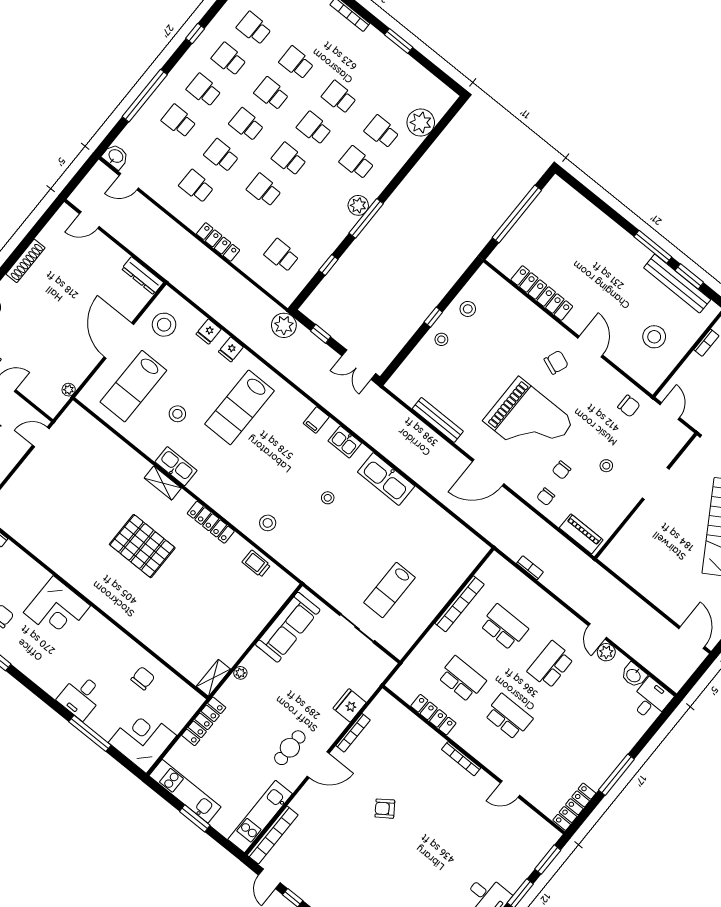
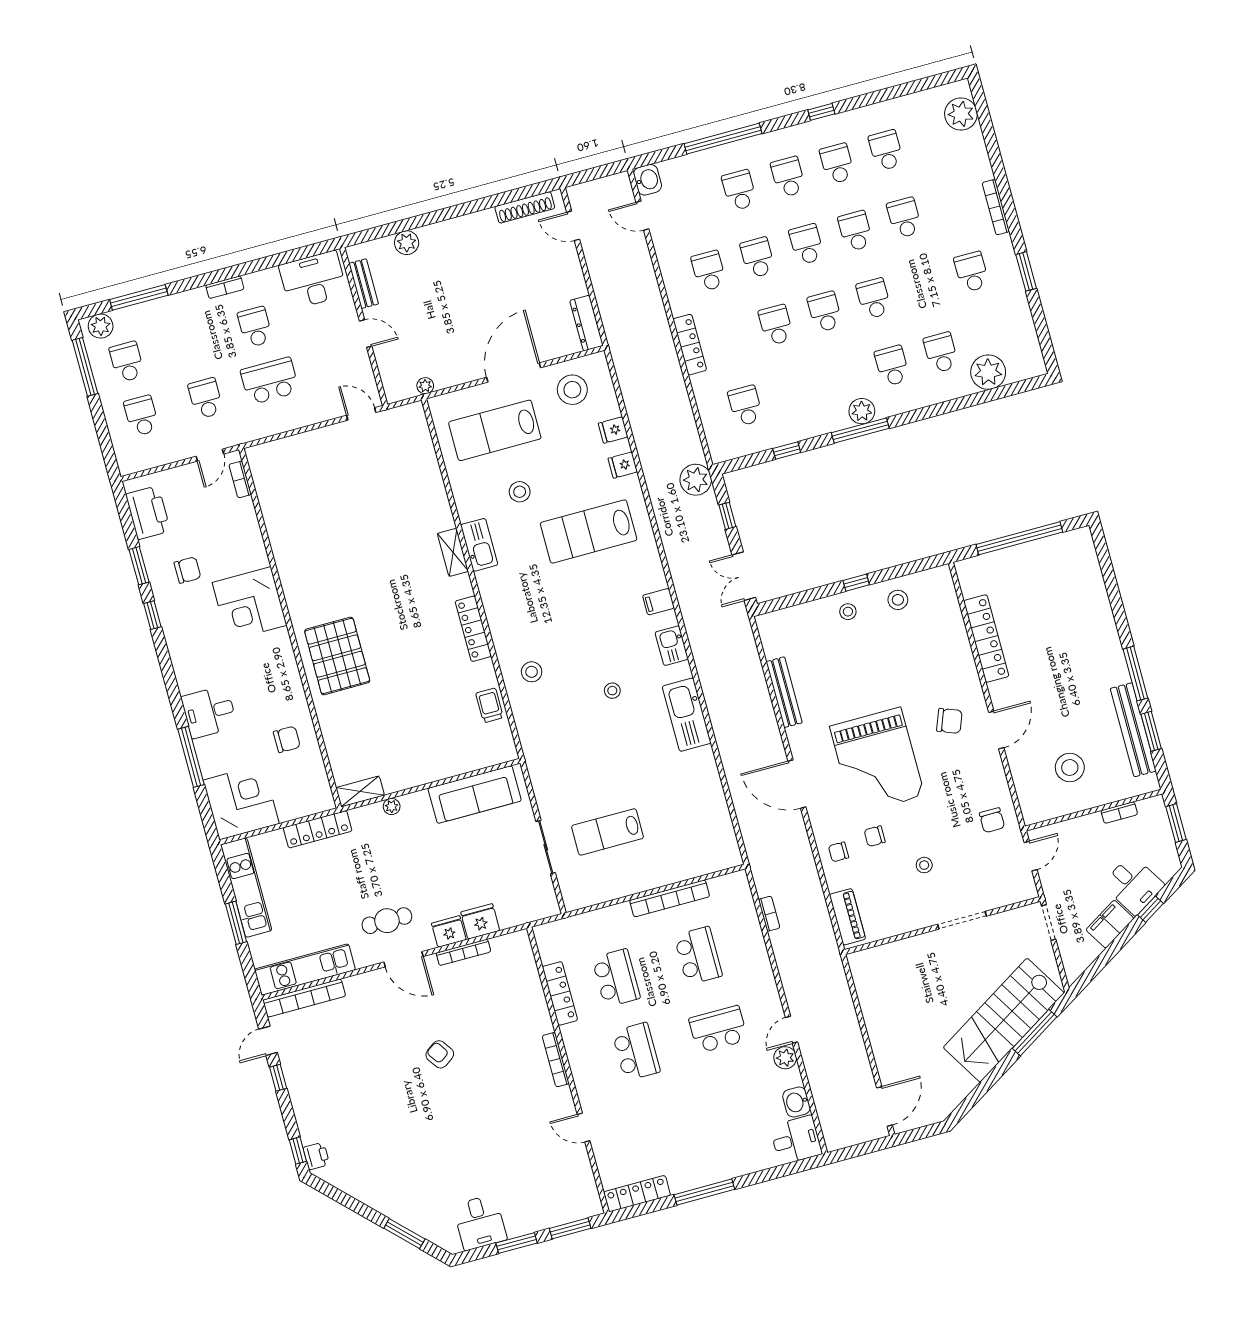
school desk: (339, 97) -> (972, 272), moved
shoe rack: (25, 261) -> (525, 207), moved
pallet: (142, 546) -> (337, 656), moved
fridge: (334, 726) -> (449, 932), added

